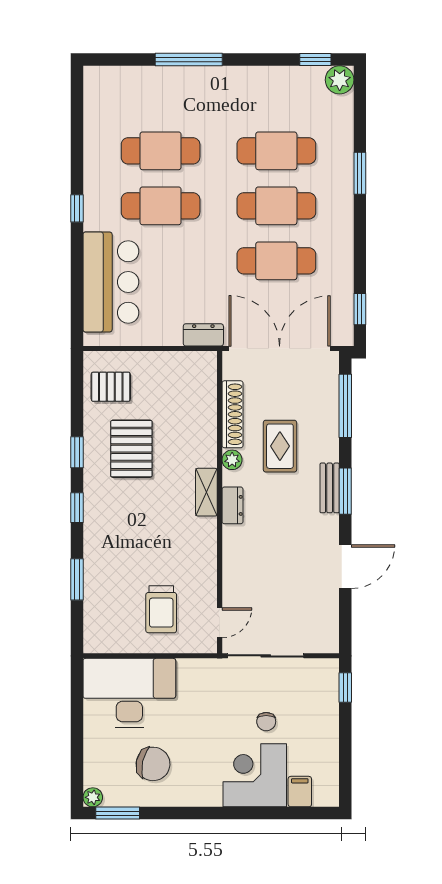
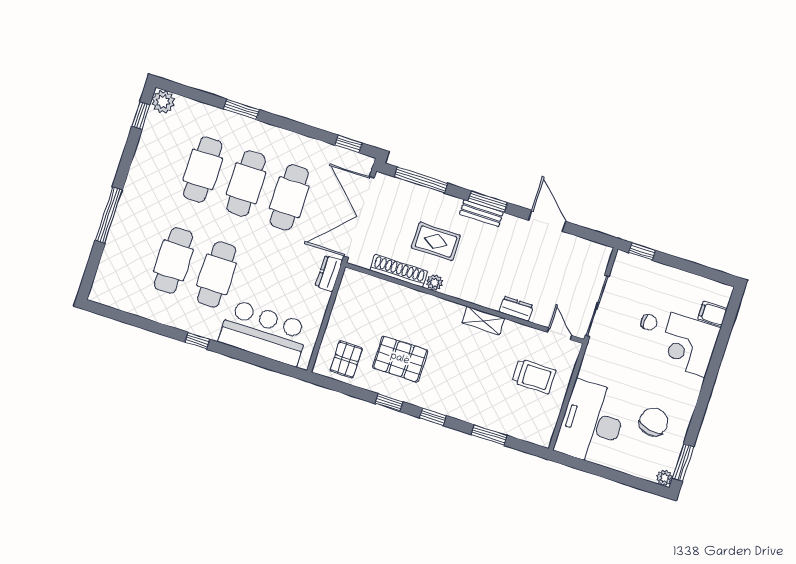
shelving: (206, 492) -> (483, 321), moved
dresser: (233, 505) -> (516, 309), moved

